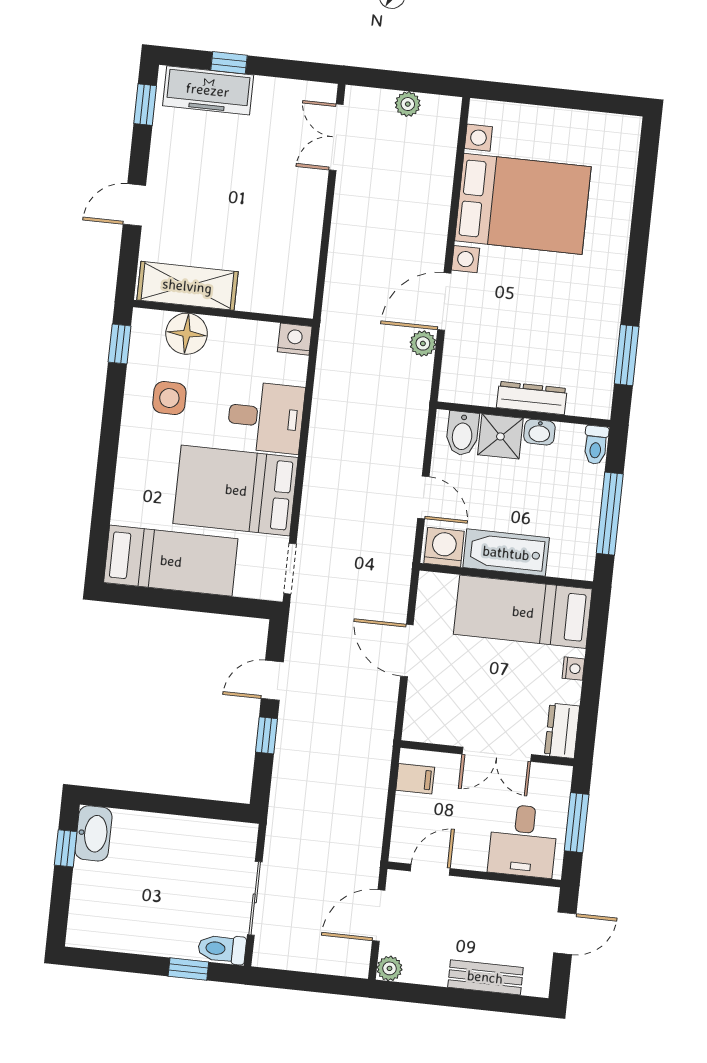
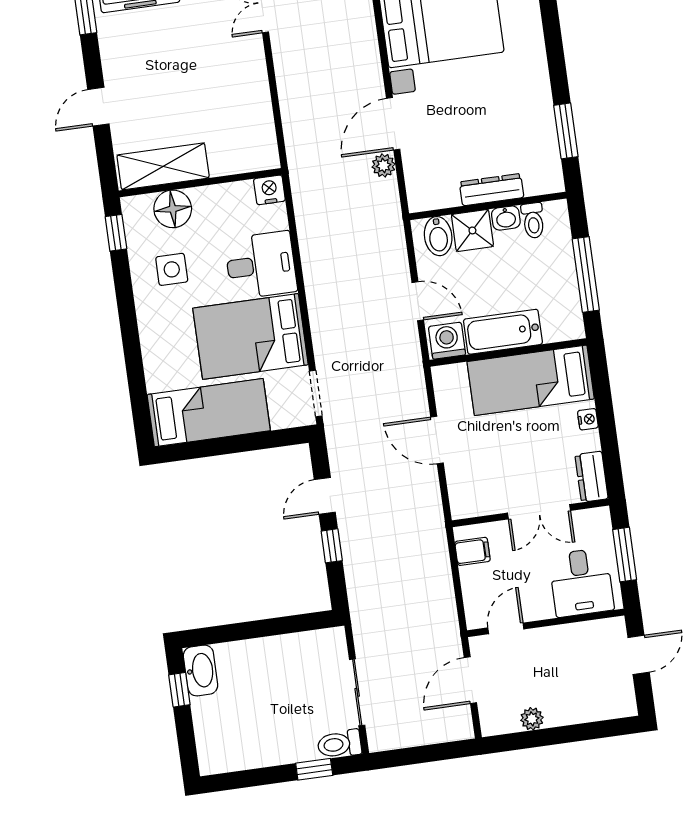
toilet: (596, 445) -> (533, 221), moved
plant: (390, 968) -> (532, 719), moved
bench: (485, 977) -> (578, 711), removed

